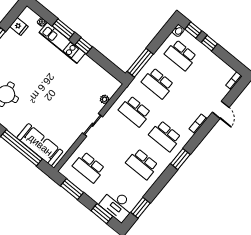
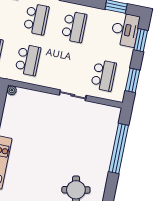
plant: (104, 99) -> (12, 90), moved
sliding door: (92, 125) -> (73, 95), moved
sofa: (40, 145) -> (107, 133), removed

